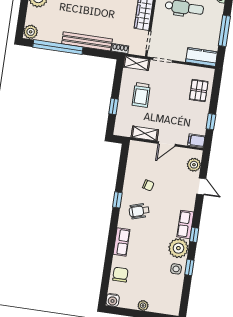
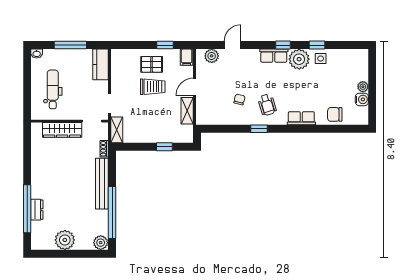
pallet: (199, 91) -> (152, 64), moved
trolley: (141, 95) -> (153, 87), moved
door: (167, 144) -> (194, 87), swing flipped
water cooler: (113, 300) -> (362, 99), moved

